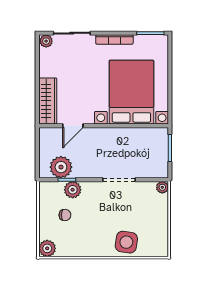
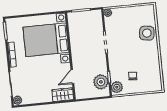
wardrobe: (48, 101) -> (63, 95), width x0.67
door: (73, 126) -> (72, 77), swing flipped
plant: (73, 190) -> (117, 87), moved
plant: (47, 248) -> (156, 86), removed

